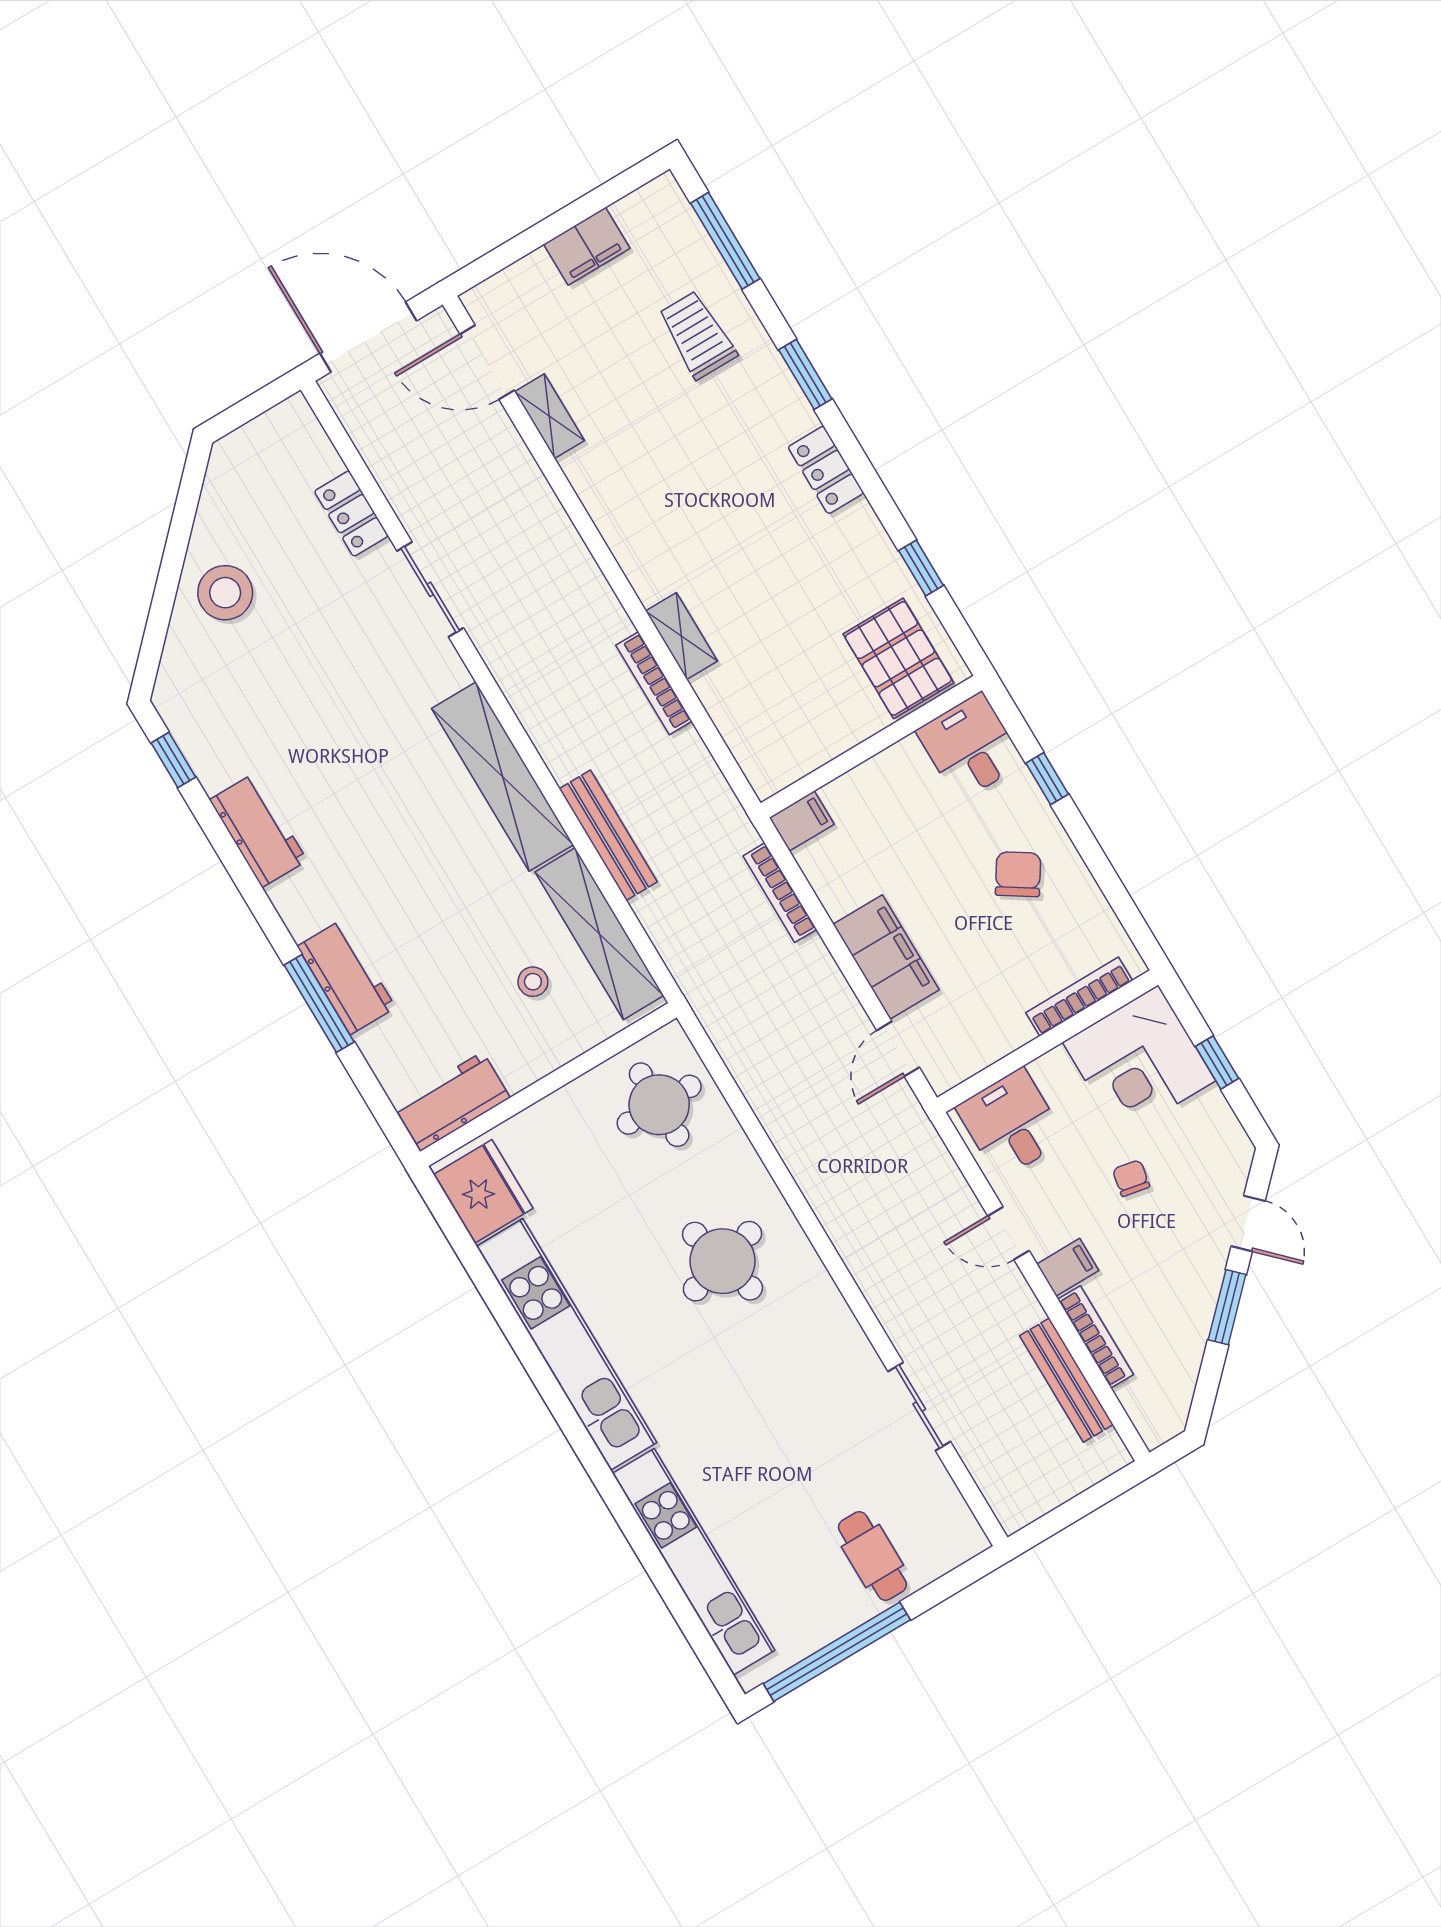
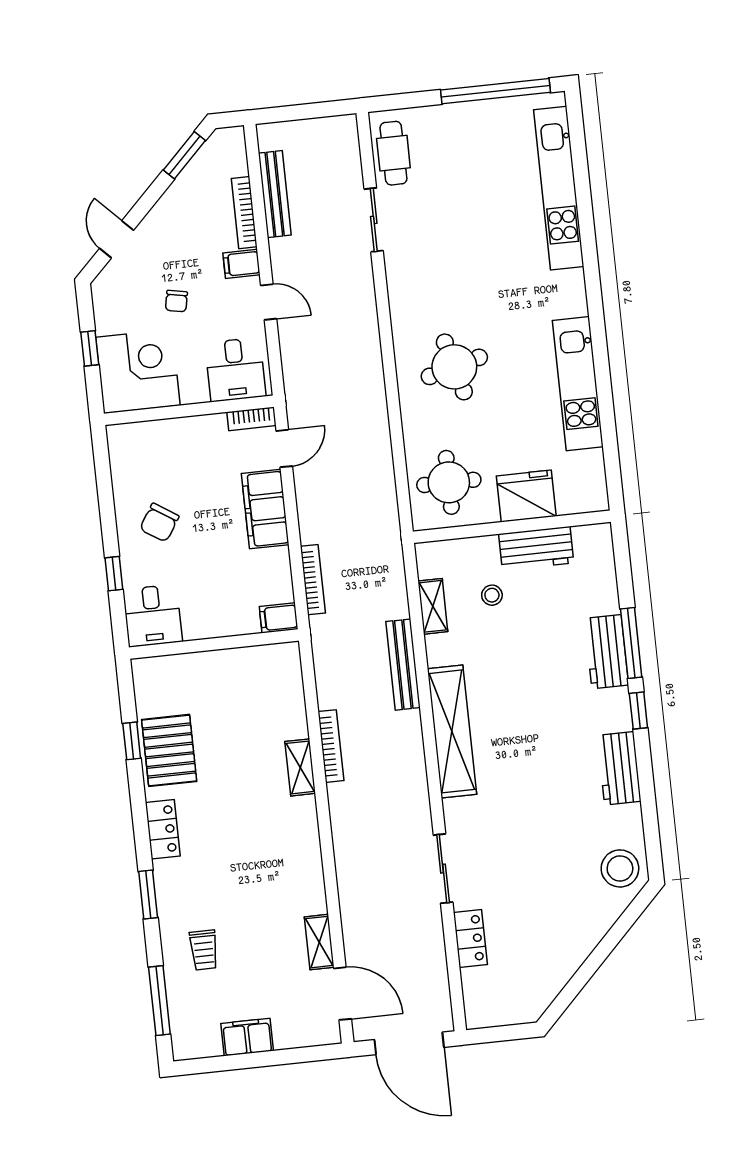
trolley: (697, 335) -> (204, 950), width x0.73, depth x0.72
stool: (225, 593) -> (620, 868), moved
pallet: (898, 658) -> (169, 750), moved
window: (173, 760) -> (638, 710), moved
shelving: (599, 934) -> (433, 606), width x0.45, depth x0.75
bookcase: (1079, 997) -> (251, 419), moved, width x0.64
workbench: (452, 1101) -> (536, 548), moved
fridge: (483, 1191) -> (526, 496), moved, turned 90
window: (1227, 1307) -> (184, 155), moved
kitchen unit: (567, 1344) -> (578, 384), width x0.73
cafe table: (872, 1556) -> (393, 153), moved

